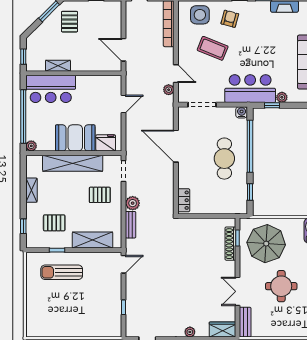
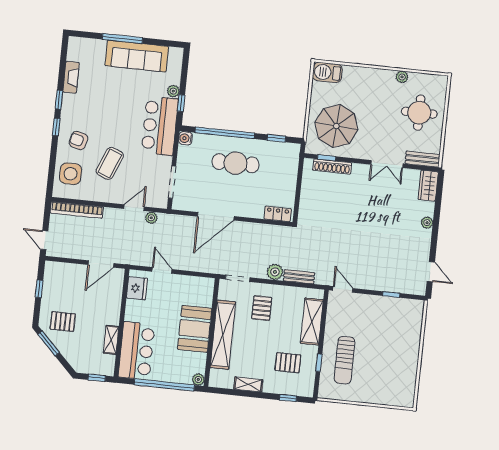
fridge: (106, 143) -> (137, 288), moved, turned 180
pallet: (54, 223) -> (288, 363), turned 90
round table: (281, 286) -> (419, 113), moved

